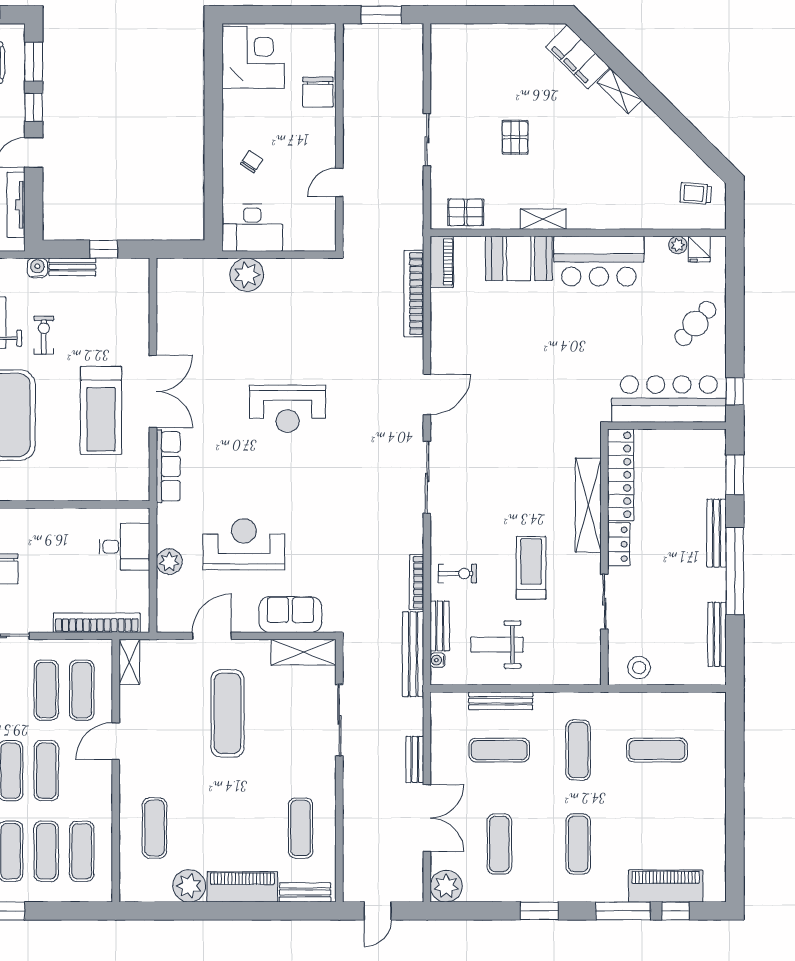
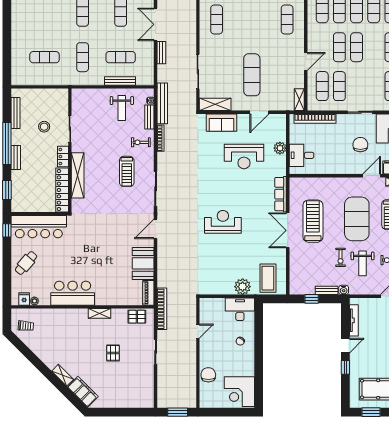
window: (34, 62) -> (345, 389), removed
booth: (519, 258) -> (143, 263), moved, turned 90
coffee table: (194, 292) -> (268, 278), added
bookcase: (414, 294) -> (162, 309), moved
bench: (716, 533) -> (16, 157), width x0.73
treadmill: (531, 568) -> (127, 171), moved
weight bench: (497, 645) -> (122, 108), turned 90
stool: (639, 668) -> (44, 127), moved

